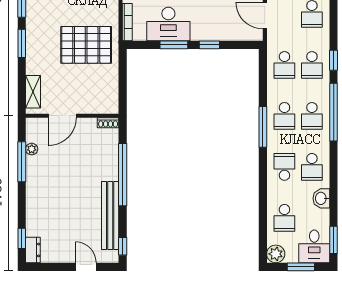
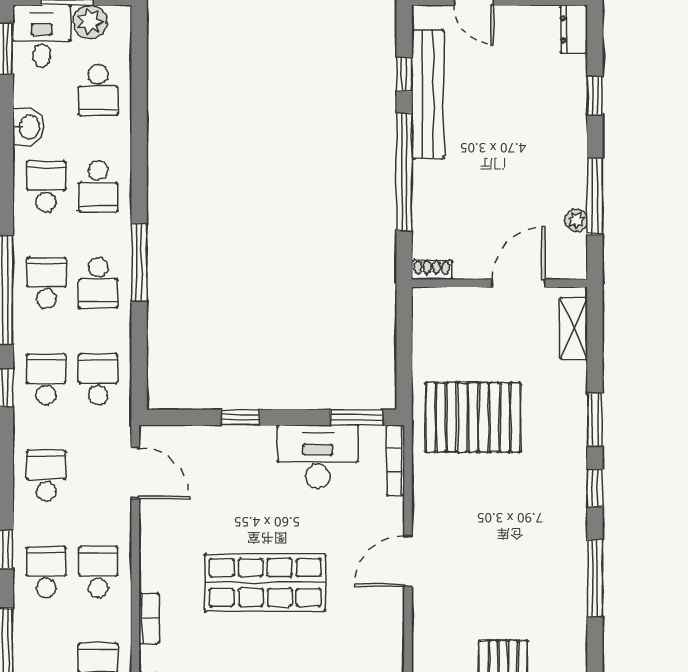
window: (174, 45) -> (356, 417), moved
school desk: (284, 116) -> (98, 283), turned 180
school desk: (284, 218) -> (98, 90), turned 180
window: (22, 238) -> (595, 96), moved
window: (123, 246) -> (404, 74), moved
plant: (276, 254) -> (90, 22), moved

